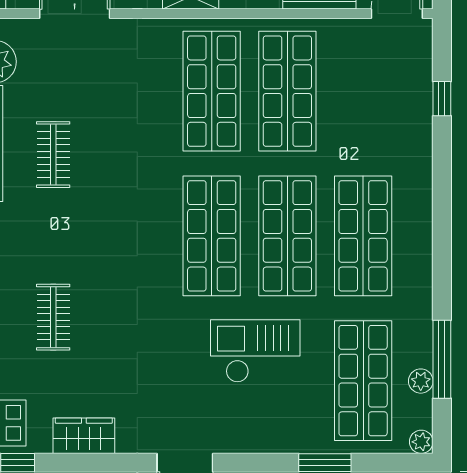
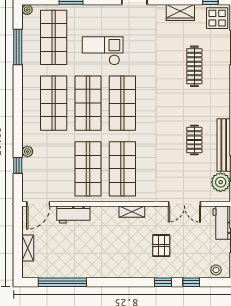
clothes rail: (53, 317) -> (194, 66), width x1.36
checkout: (255, 351) -> (103, 51), turned 180
plant: (421, 381) -> (27, 152), moved

